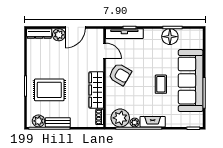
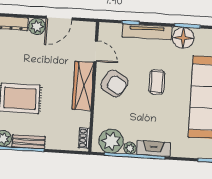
tv unit: (124, 34) -> (147, 32), moved
coffee table: (161, 84) -> (157, 82), moved
wardrobe: (96, 90) -> (83, 86), moved

